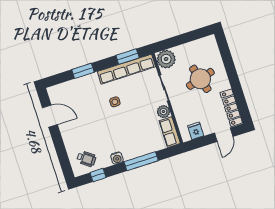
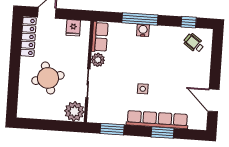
row of seats: (126, 69) -> (157, 120), moved
water cooler: (117, 158) -> (143, 30), moved

